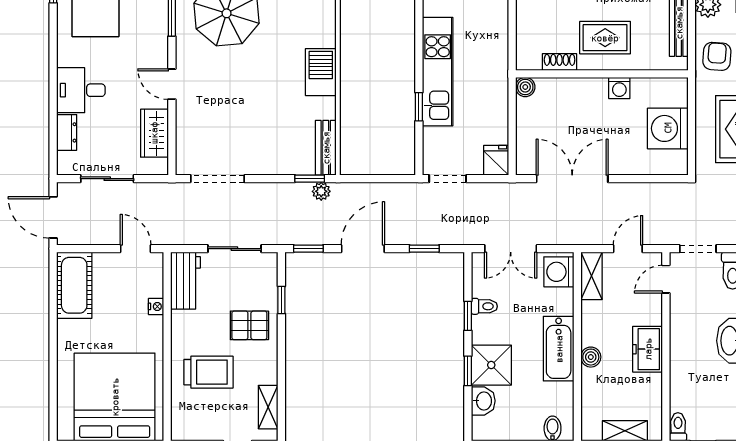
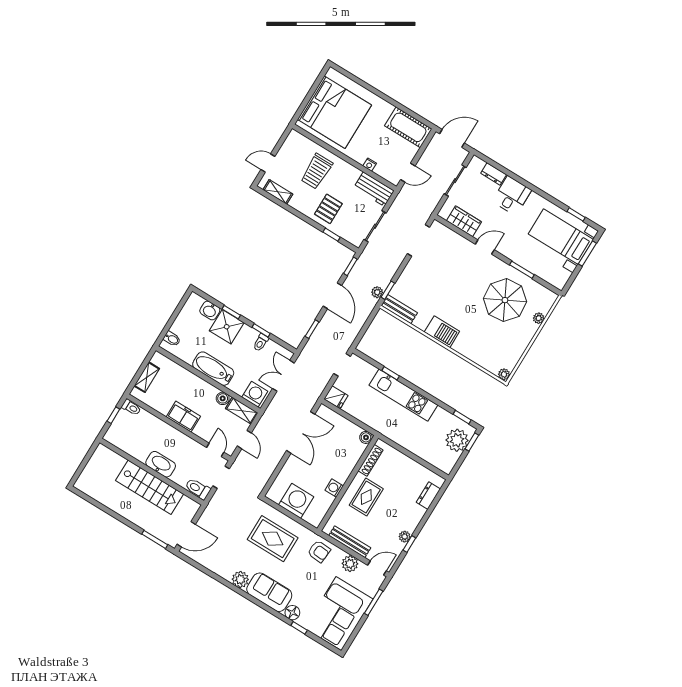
shoe rack: (560, 62) -> (371, 460), width x1.43
boiler: (591, 357) -> (223, 398), moved

